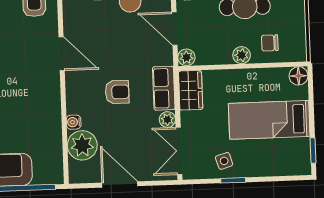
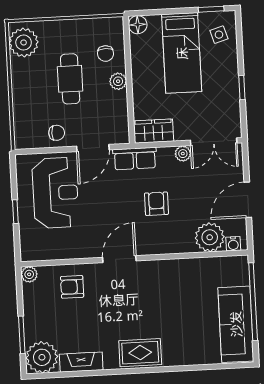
plant: (186, 57) -> (121, 136), removed
row of seats: (164, 88) -> (135, 159), moved
water cooler: (74, 122) -> (233, 244), moved
side table: (224, 161) -> (219, 35), moved

